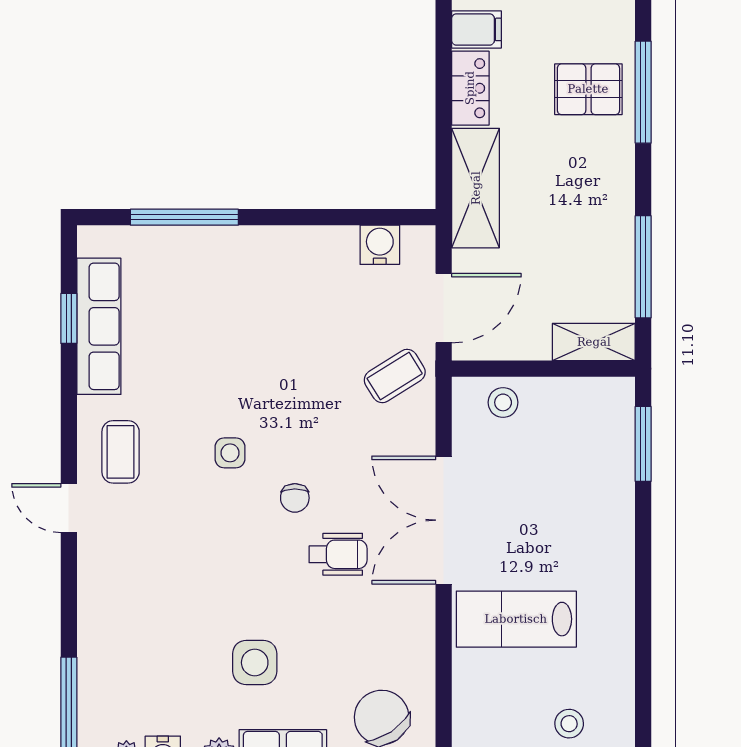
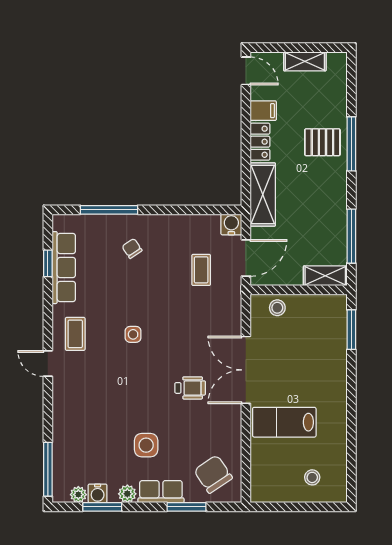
water cooler: (380, 245) -> (231, 224), moved
coffee table: (395, 376) -> (201, 270), moved, turned -58
chair: (295, 498) -> (132, 248), moved, turned 146

